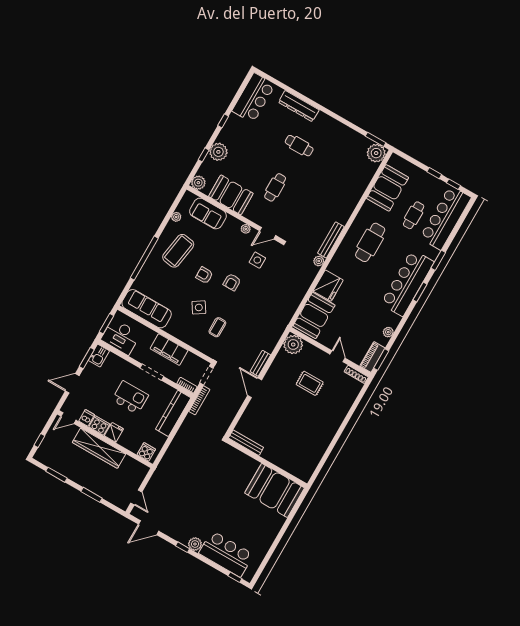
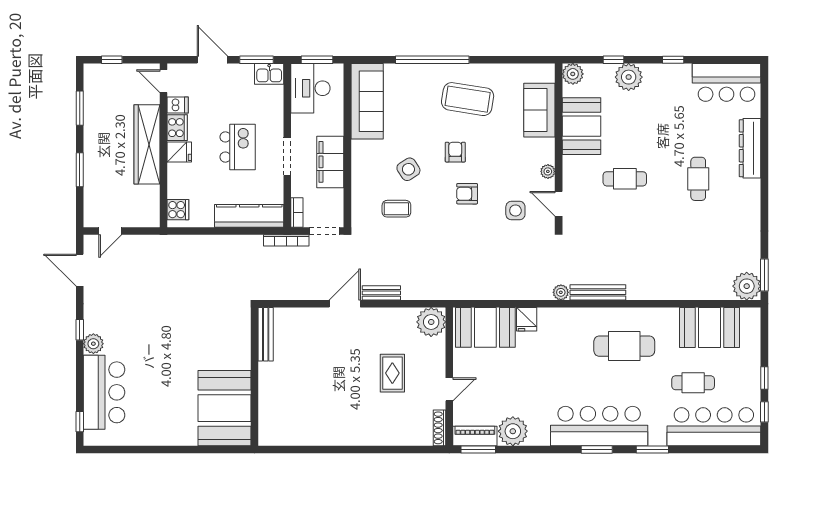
plant: (176, 217) -> (511, 71), removed
fridge: (328, 286) -> (527, 319), width x0.53, depth x0.75
plant: (388, 332) -> (513, 431), width x1.87, depth x1.87

